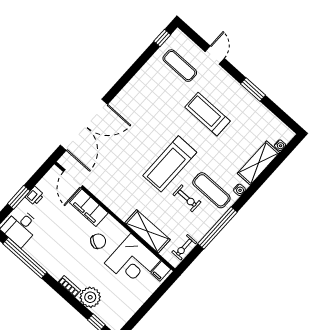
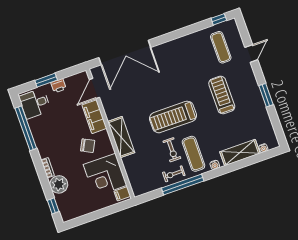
shelving: (147, 231) -> (121, 137), moved
exercise bike: (184, 247) -> (174, 174), moved

